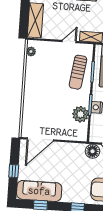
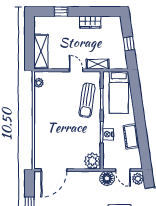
door: (69, 42) -> (76, 70), hinge flipped
plant: (80, 114) -> (92, 161), moved

